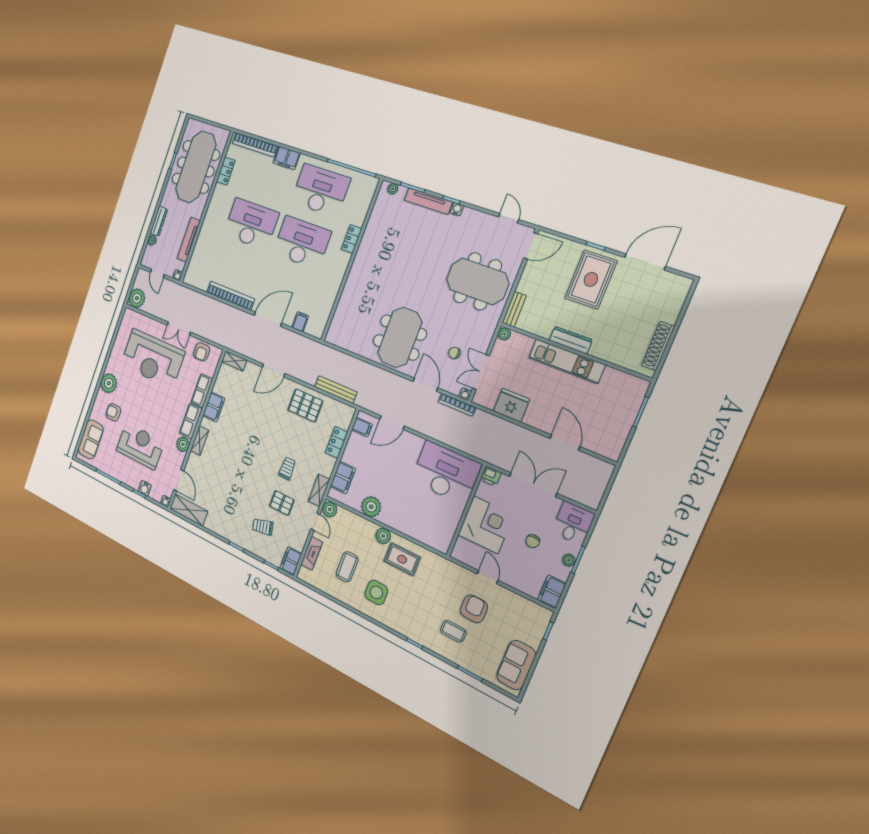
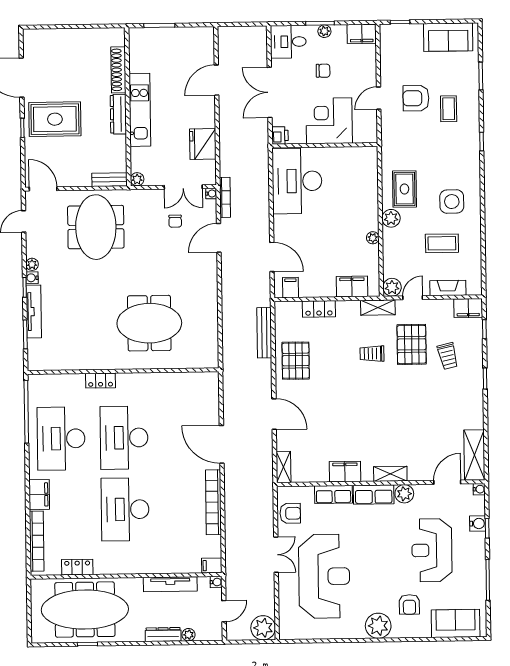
plant: (393, 189) -> (32, 264), moved
filing cabinet: (300, 322) -> (212, 566), moved
meeting table: (400, 337) -> (149, 323), moved
shoe rack: (658, 346) -> (118, 70), moved, turned 90
pallet: (282, 503) -> (412, 344), width x1.50, depth x1.42
plant: (371, 507) -> (373, 238), width x0.53, depth x0.53

